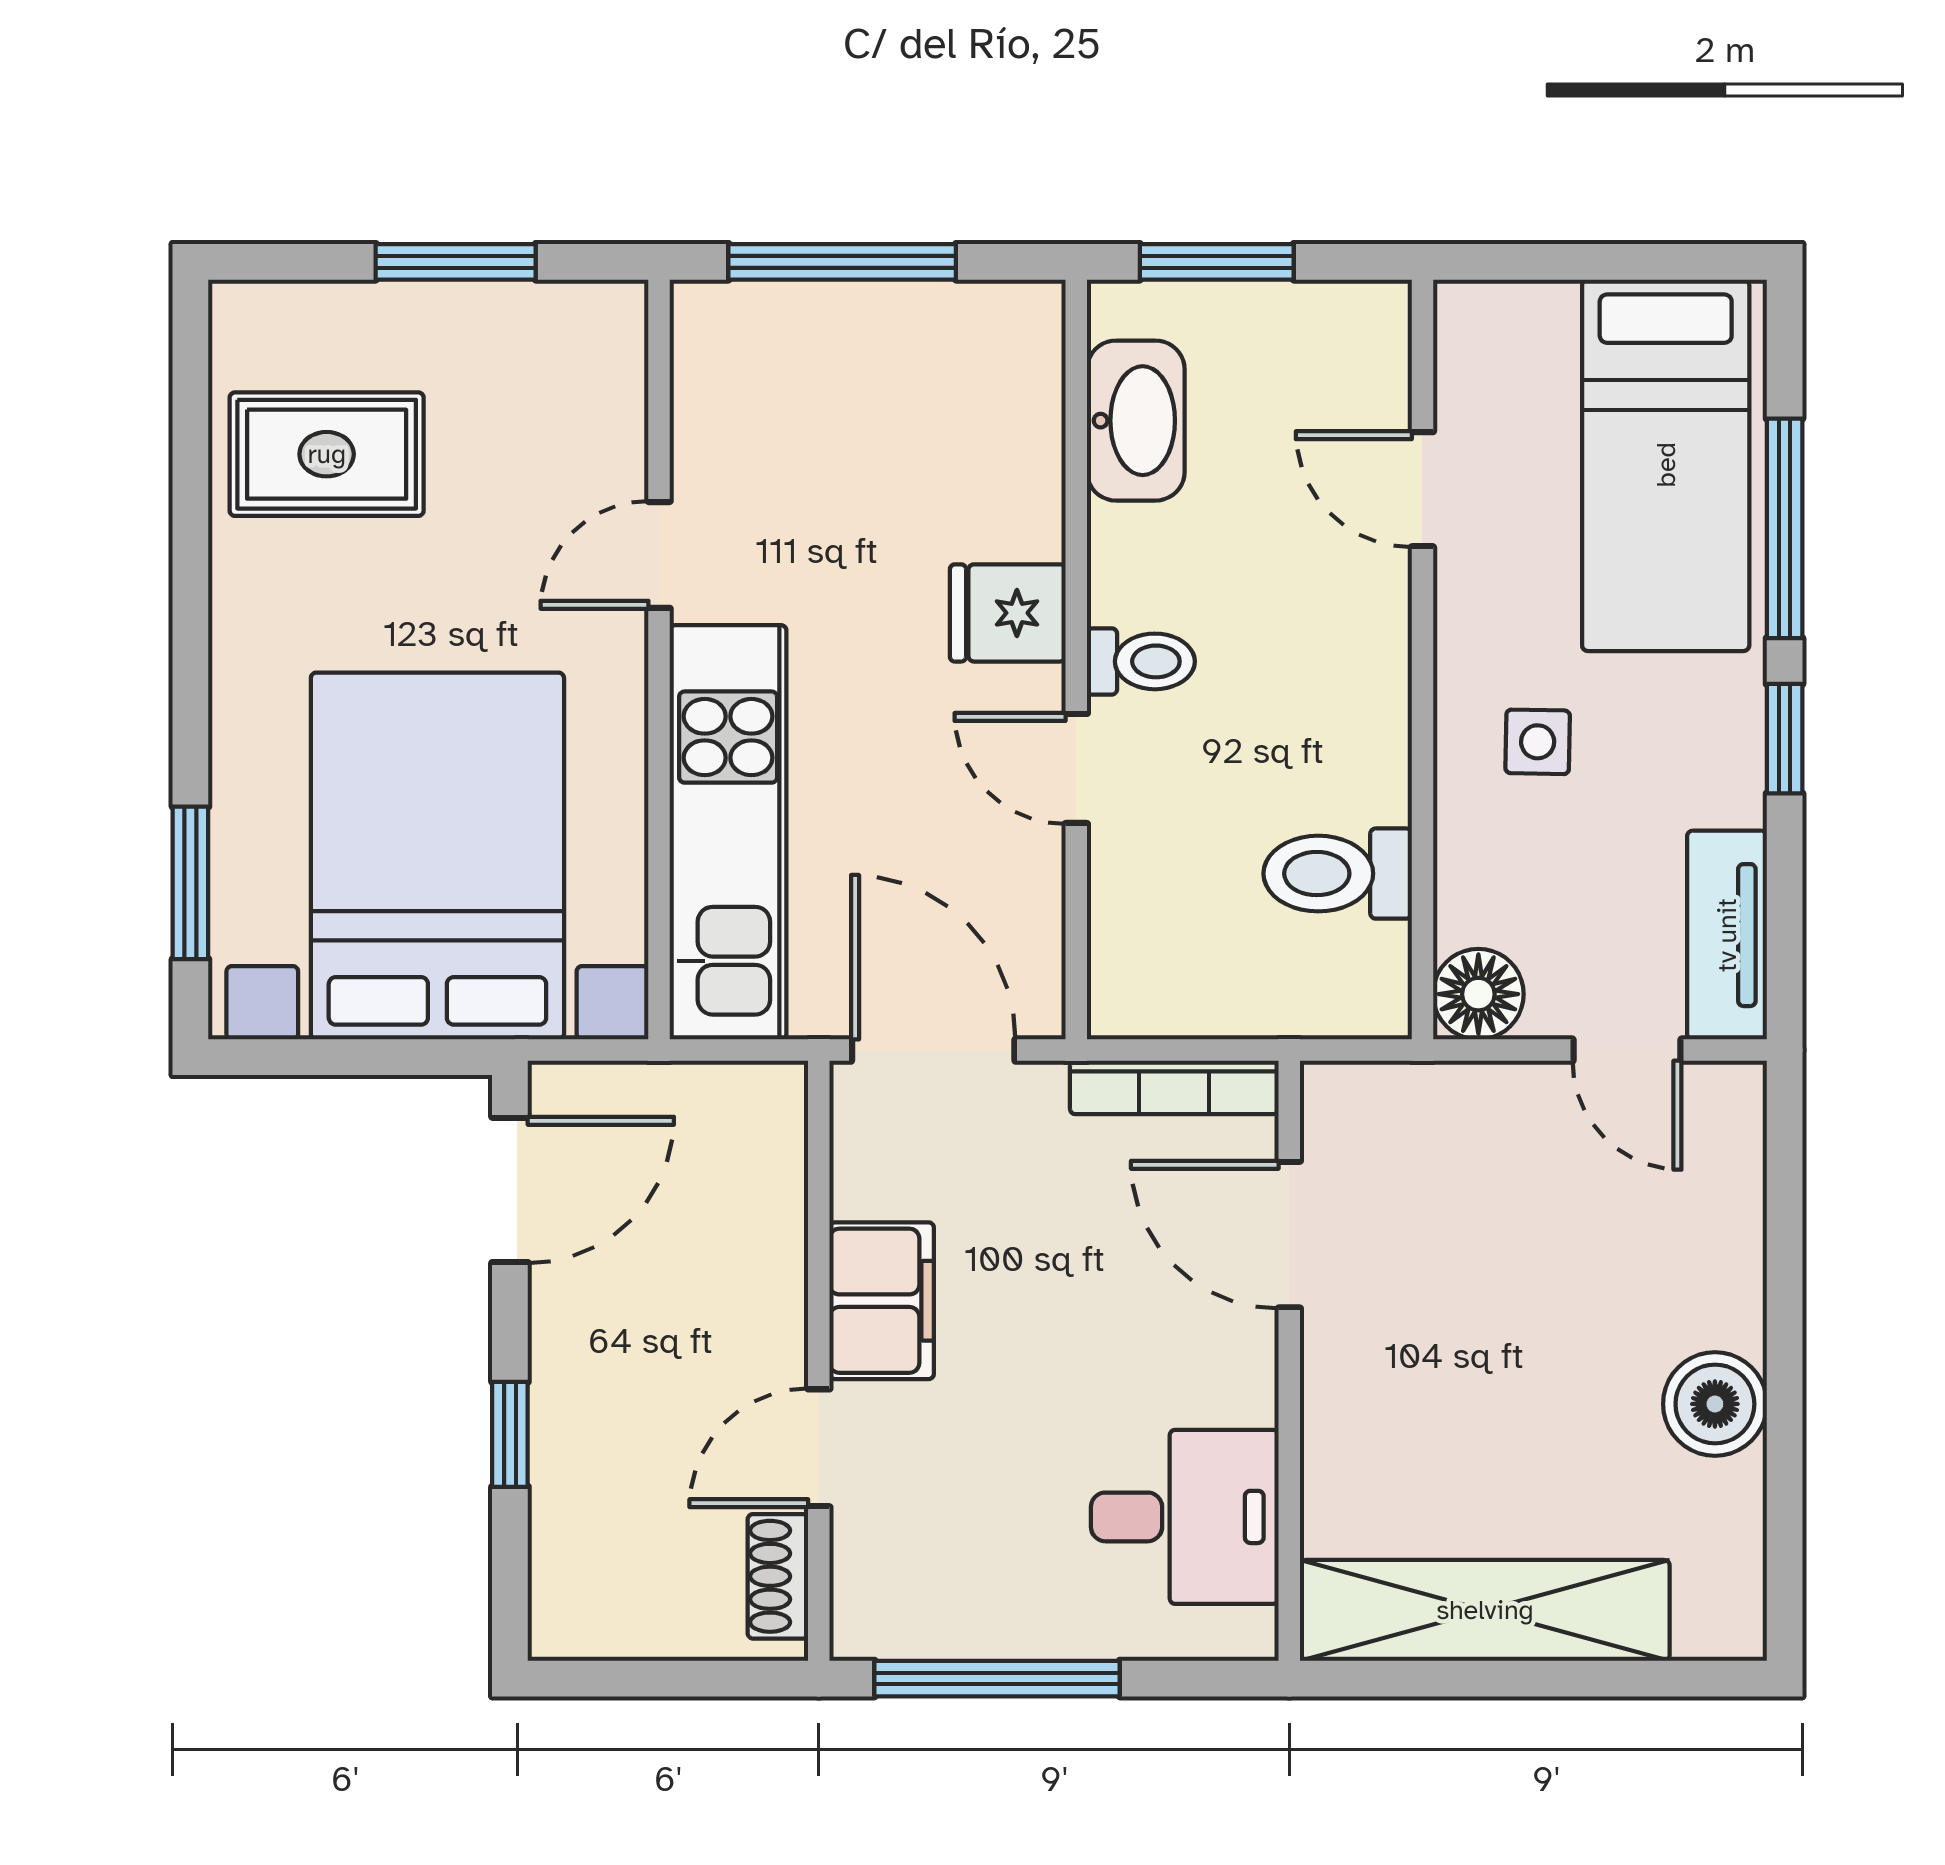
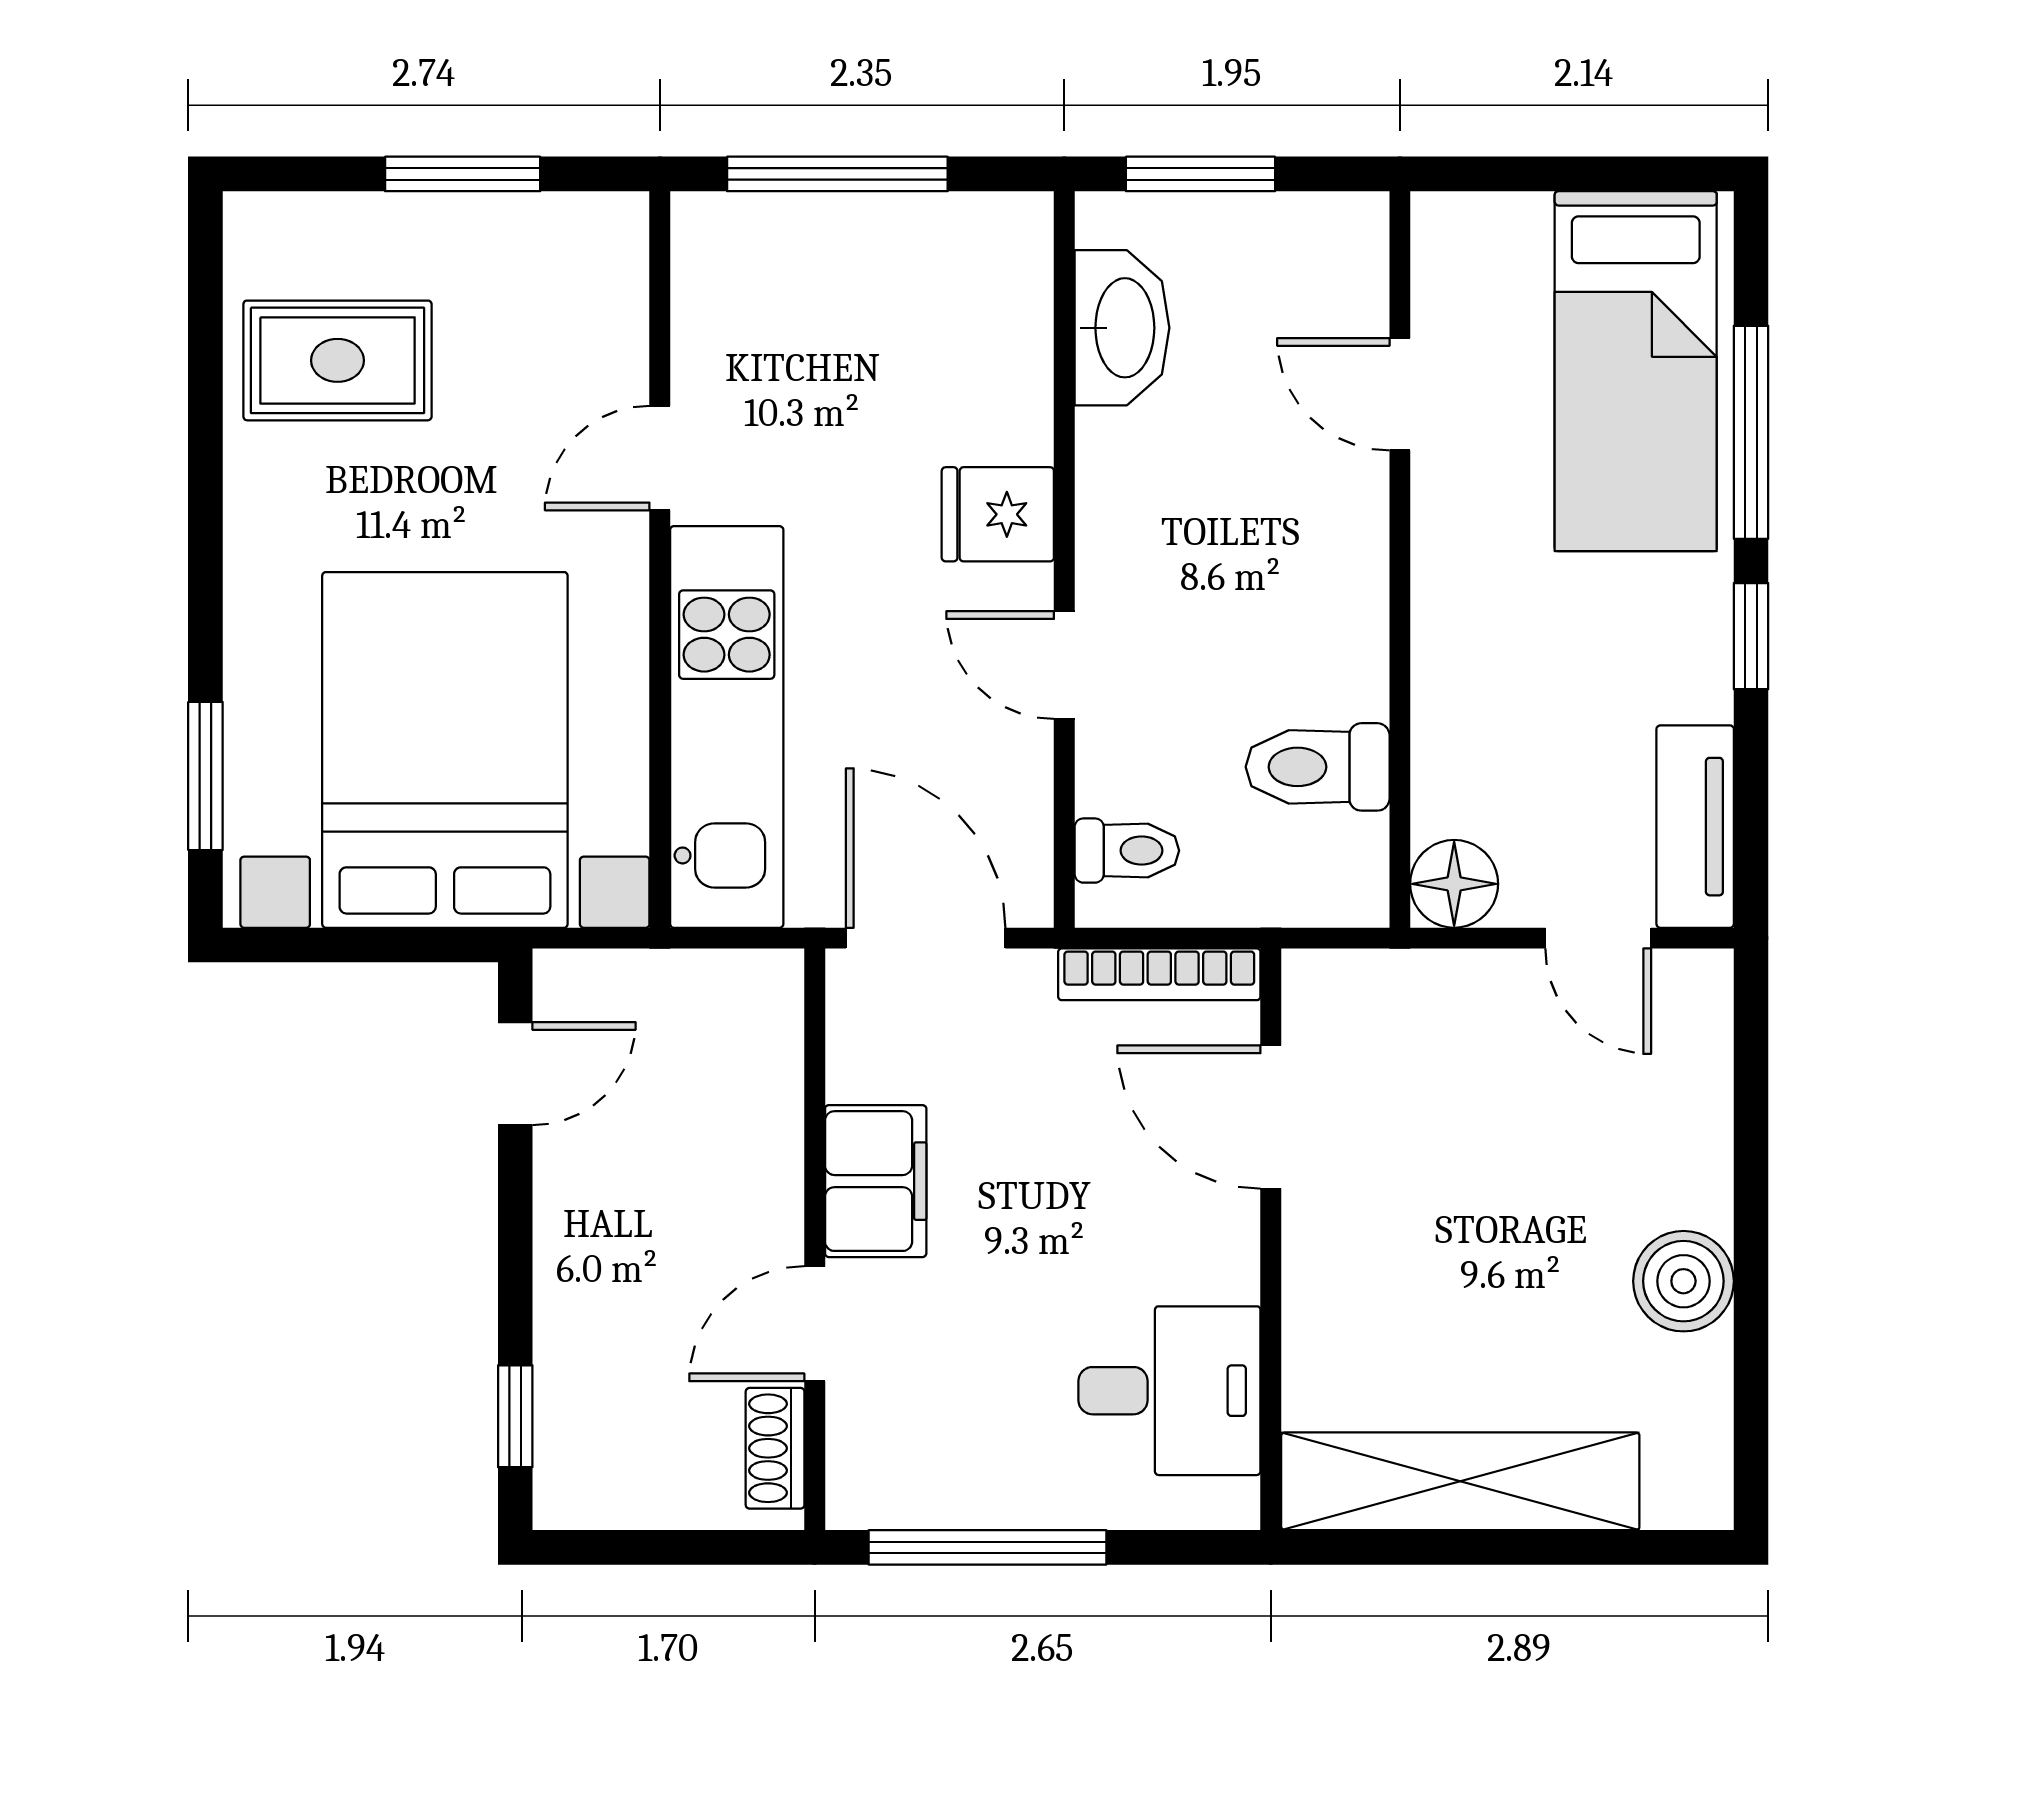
toilet: (1141, 661) -> (1127, 851), moved
side table: (1538, 742) -> (1512, 639), removed
door: (510, 1190) -> (515, 1074), width x0.73
window: (510, 1434) -> (515, 1416), moved

